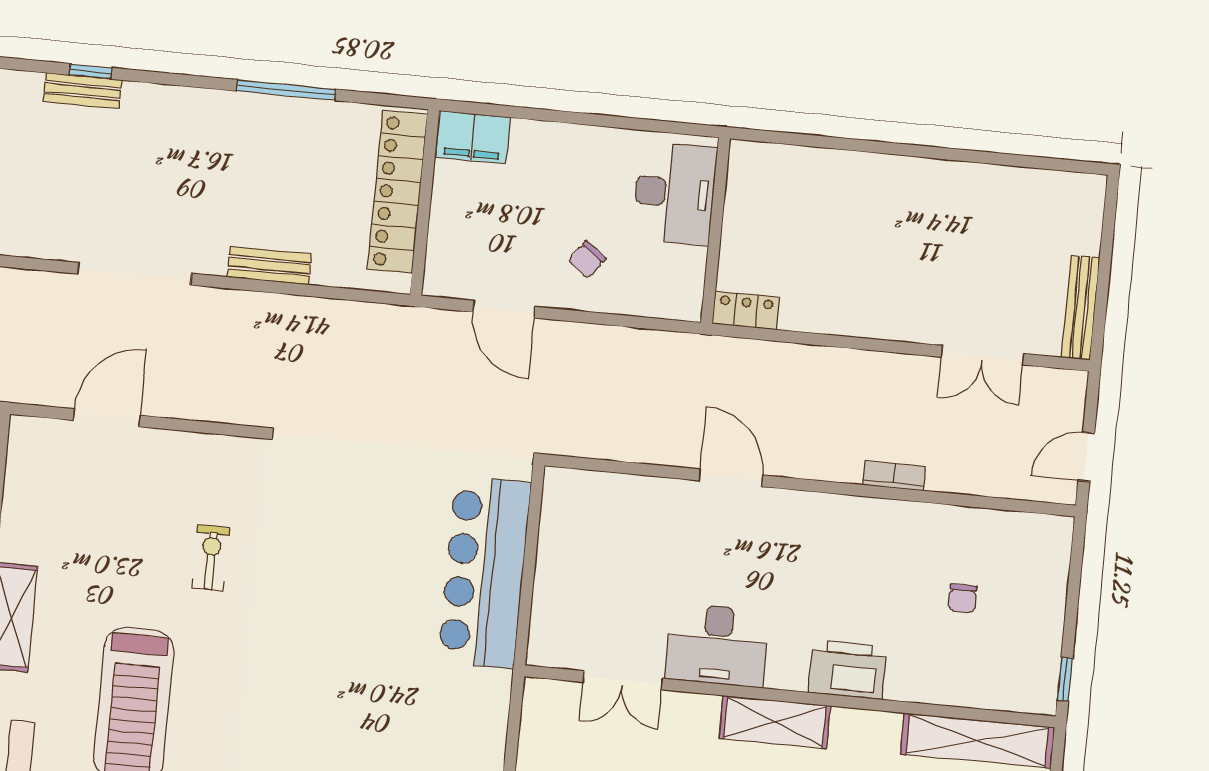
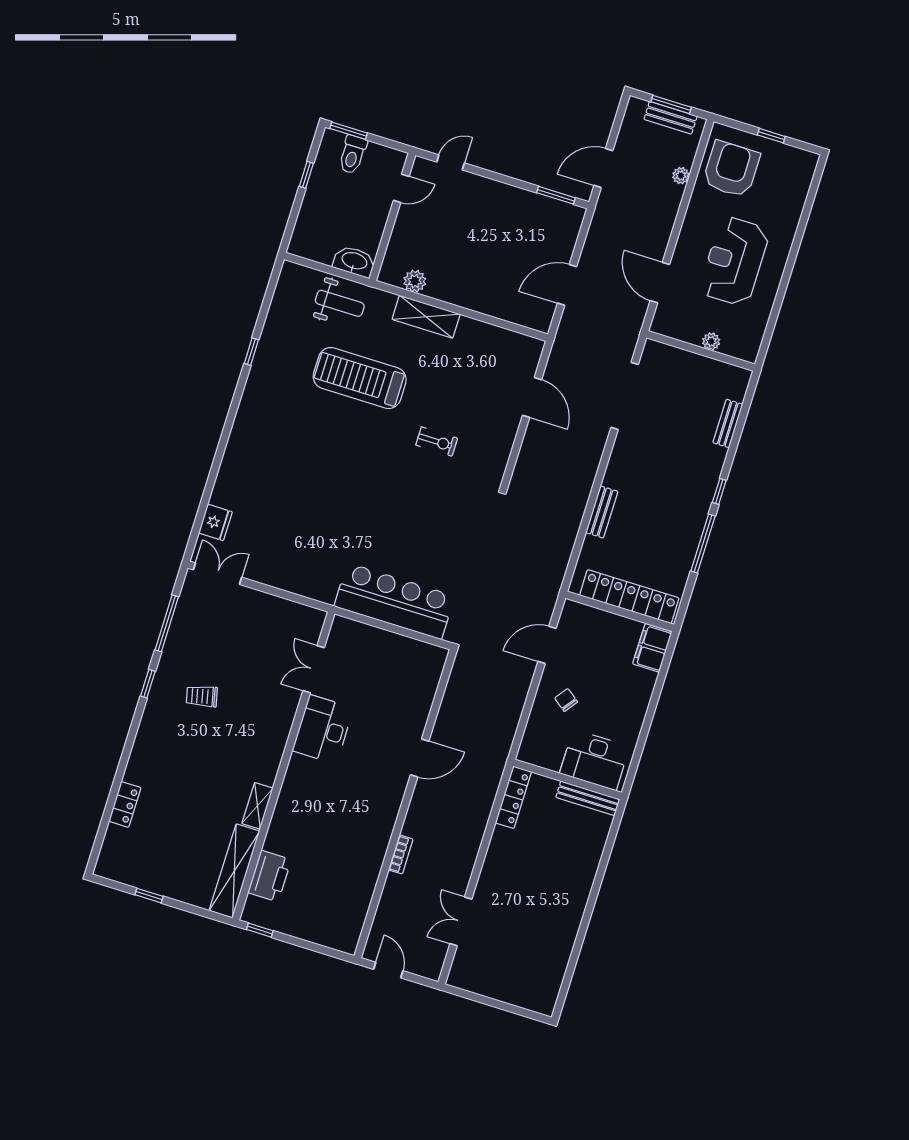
window: (90, 71) -> (719, 491), moved
doorway: (134, 274) -> (625, 396), moved
bench: (1081, 308) -> (588, 798), moved
locker: (746, 311) -> (513, 797), width x1.53
chair: (962, 598) -> (320, 880), removed
printer: (848, 670) -> (270, 876), moved
shelving: (775, 722) -> (257, 806), moved, width x0.67, depth x0.75

